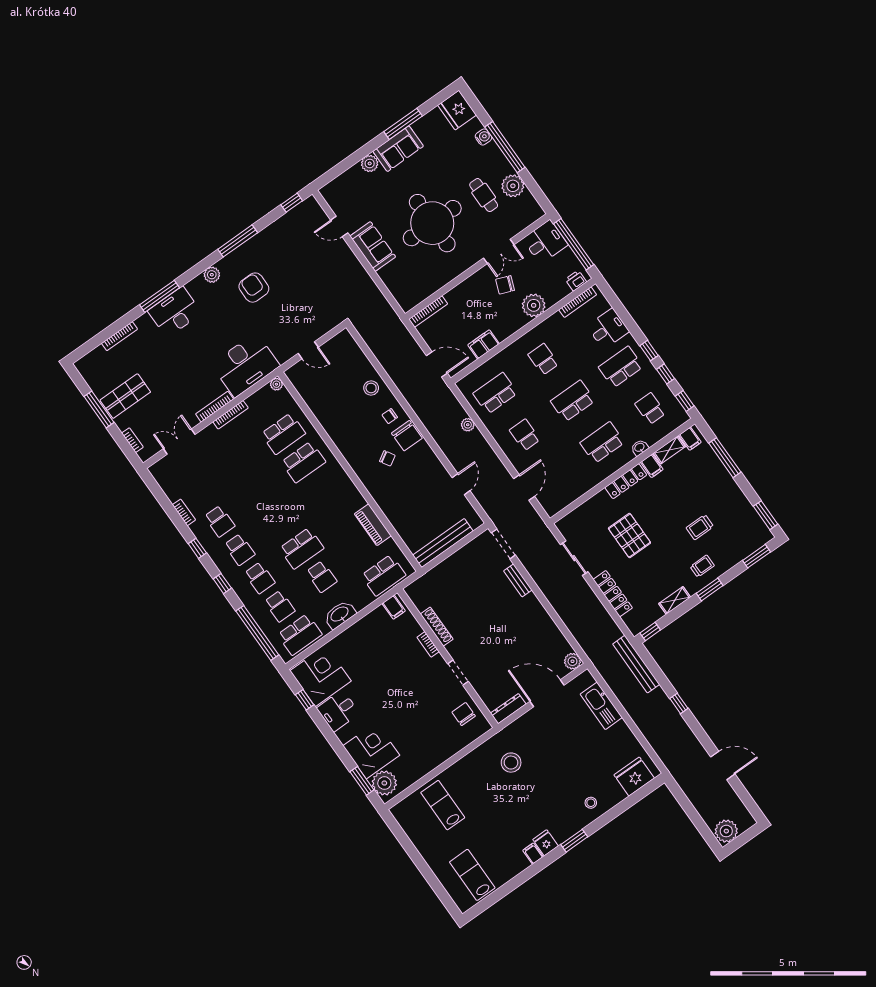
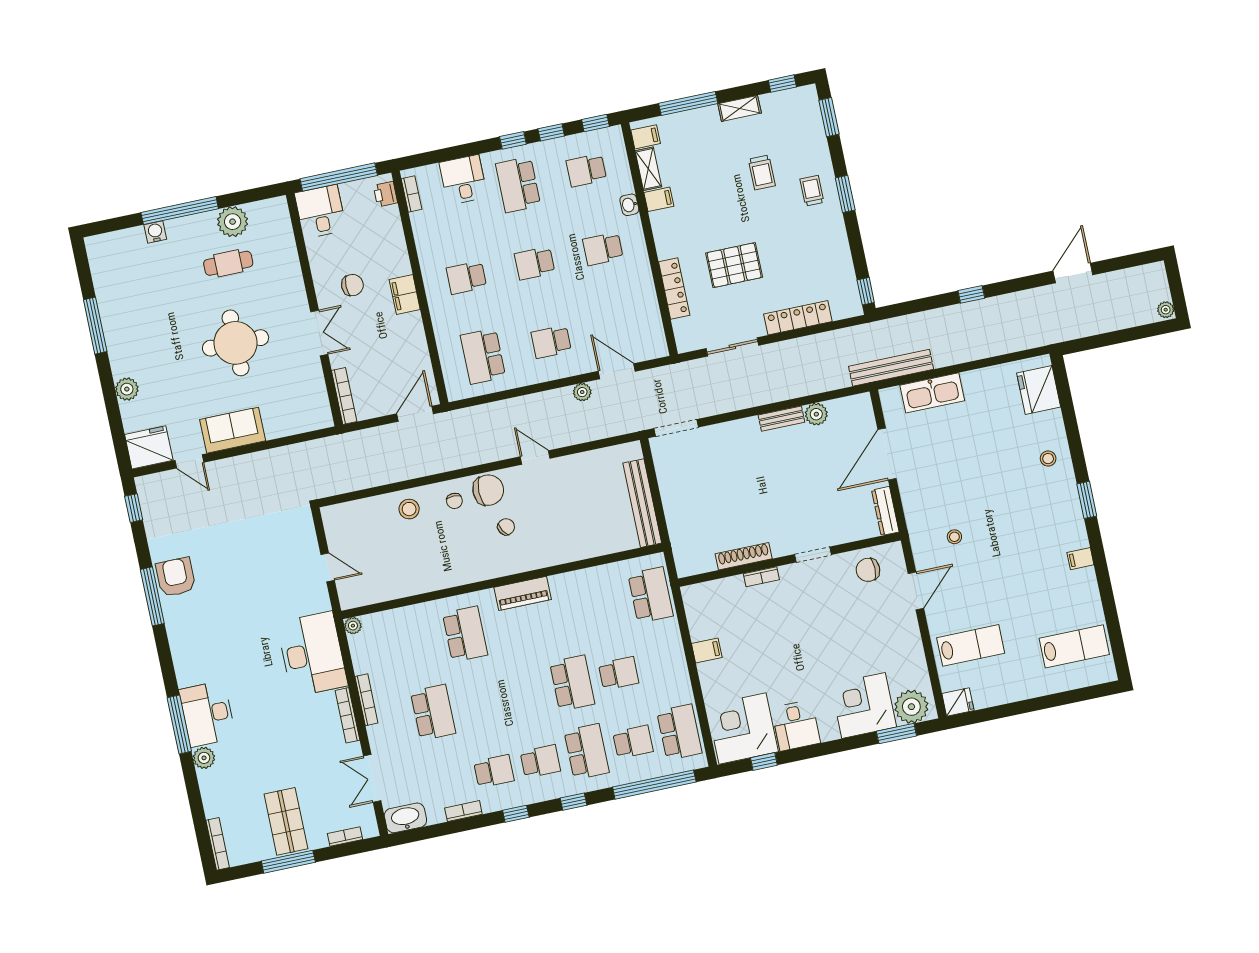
fridge: (457, 110) -> (149, 447), moved, turned 180
sofa: (398, 149) -> (124, 345), removed
round table: (432, 223) -> (236, 343), width x0.73, depth x0.73
door: (339, 227) -> (189, 461), hinge flipped
double door: (499, 251) -> (319, 333), moved
plant: (212, 275) -> (204, 758), moved
chair: (505, 285) -> (352, 285), turned -111
armchair: (254, 288) -> (176, 577), moved, turned 90
bookcase: (578, 302) -> (412, 194), width x0.64
plant: (534, 305) -> (394, 260), removed
bookcase: (119, 336) -> (218, 844), moved
filing cabinet: (484, 344) -> (405, 294), moved
door: (308, 350) -> (328, 567), hinge flipped
school desk: (573, 401) -> (535, 263), width x0.54
plant: (468, 425) -> (582, 392), moved
school desk: (283, 434) -> (433, 712), moved
school desk: (602, 443) -> (603, 249), width x0.54
locker: (626, 481) -> (674, 288), moved
door: (461, 484) -> (535, 458), moved
window: (766, 515) -> (782, 84), width x0.67
piano: (373, 525) -> (523, 593), moved
school desk: (260, 578) -> (587, 752), width x1.85
bench: (518, 580) -> (781, 419), moved
shelving: (675, 600) -> (740, 108), moved, turned 90
filing cabinet: (394, 607) -> (707, 651), moved
washbasin: (340, 614) -> (405, 818), moved, turned 90
plant: (572, 661) -> (816, 414), moved
bench: (636, 664) -> (891, 368), moved
door: (463, 752) -> (916, 591), added
stool: (511, 763) -> (954, 537), width x0.53, depth x0.53
lab bench: (443, 805) -> (971, 645), turned 180
plant: (726, 831) -> (1166, 310), width x0.53, depth x0.53
fridge: (546, 843) -> (958, 702), moved, turned 180
lab bench: (472, 875) -> (1074, 646), turned 180

